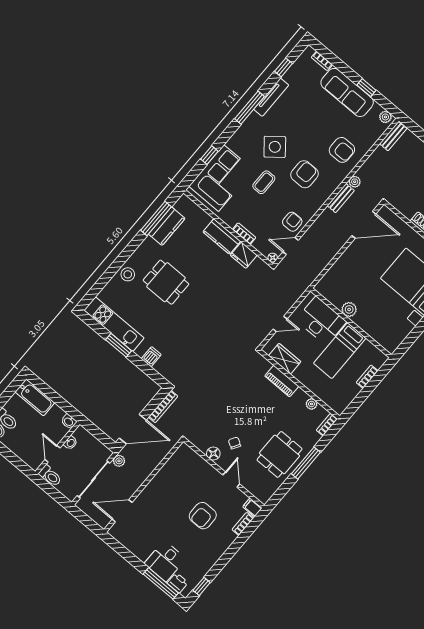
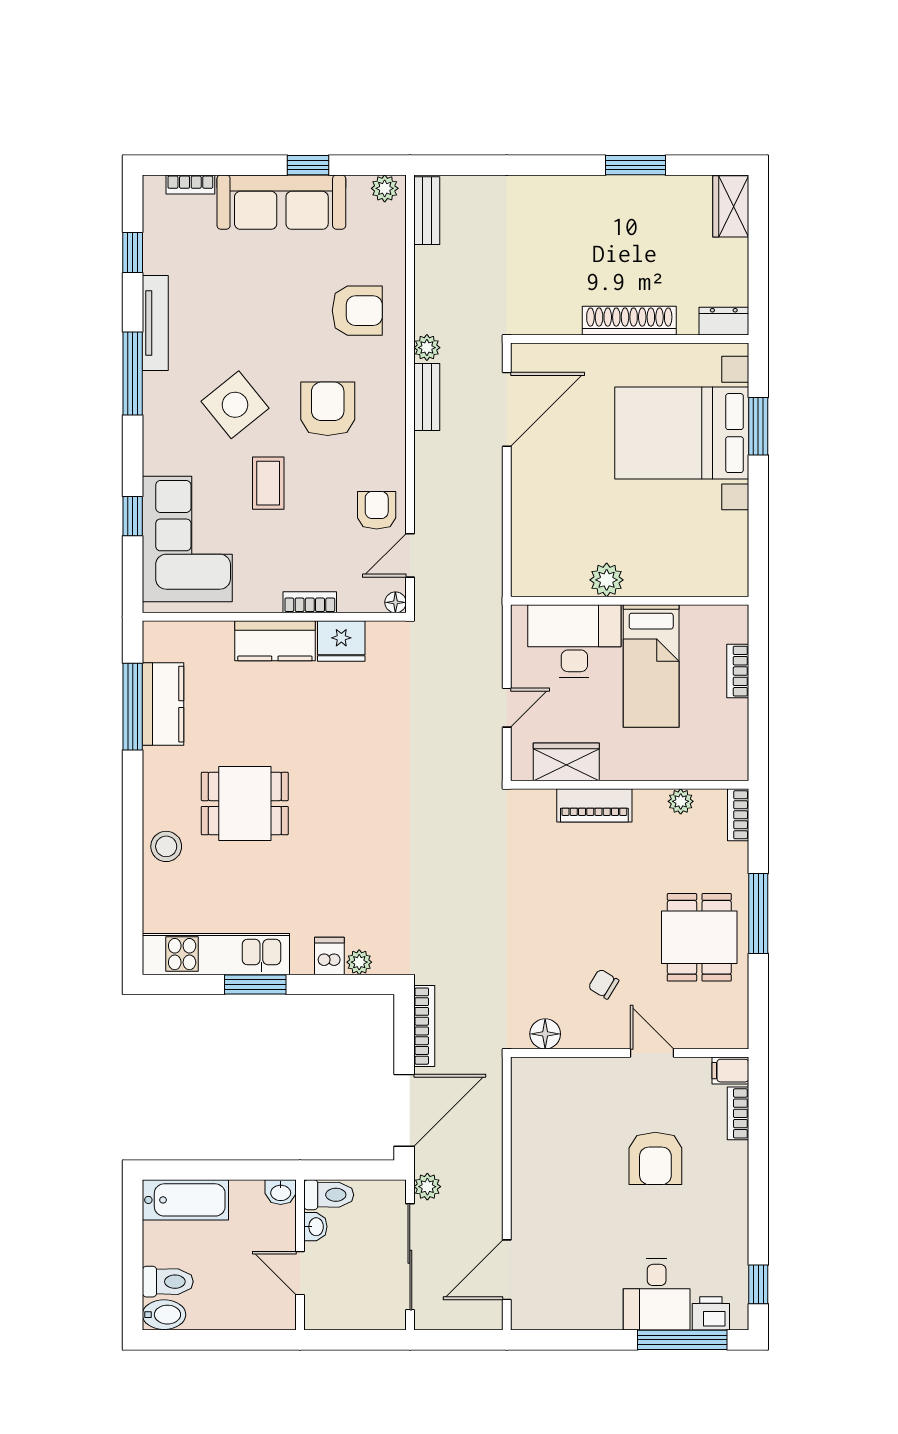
plant: (159, 367) -> (359, 962), added
floor lamp: (213, 454) -> (545, 1034), moved
toilet: (50, 476) -> (329, 1195), moved

